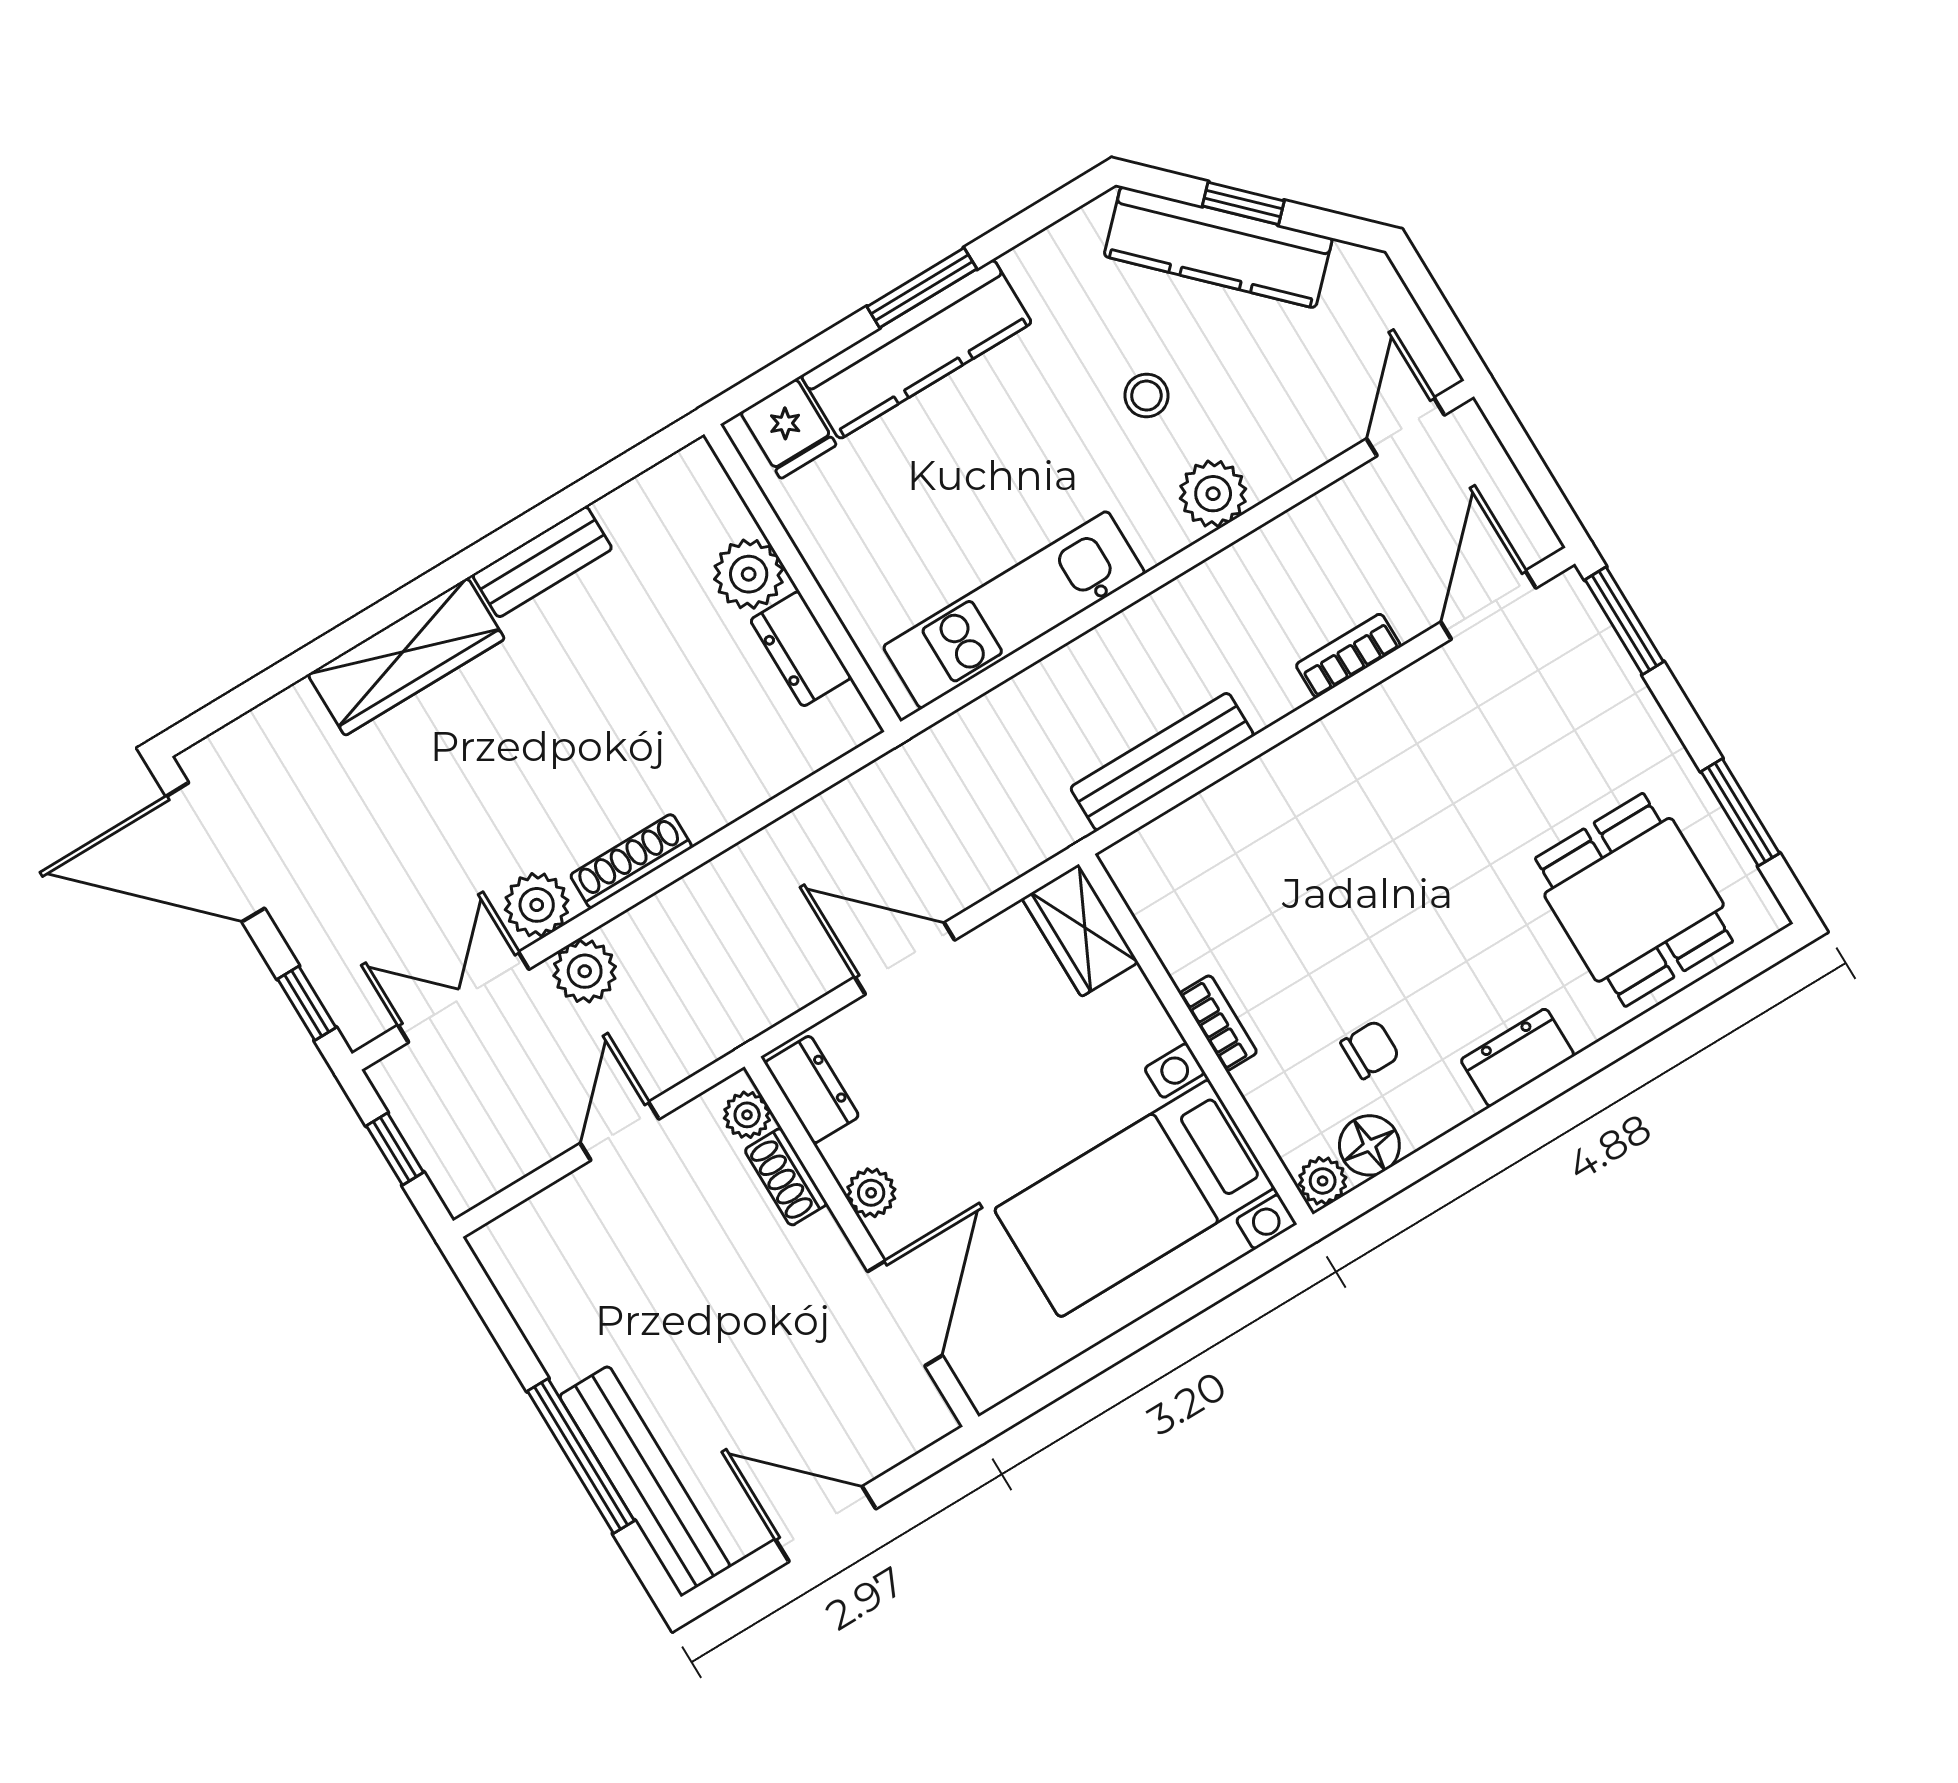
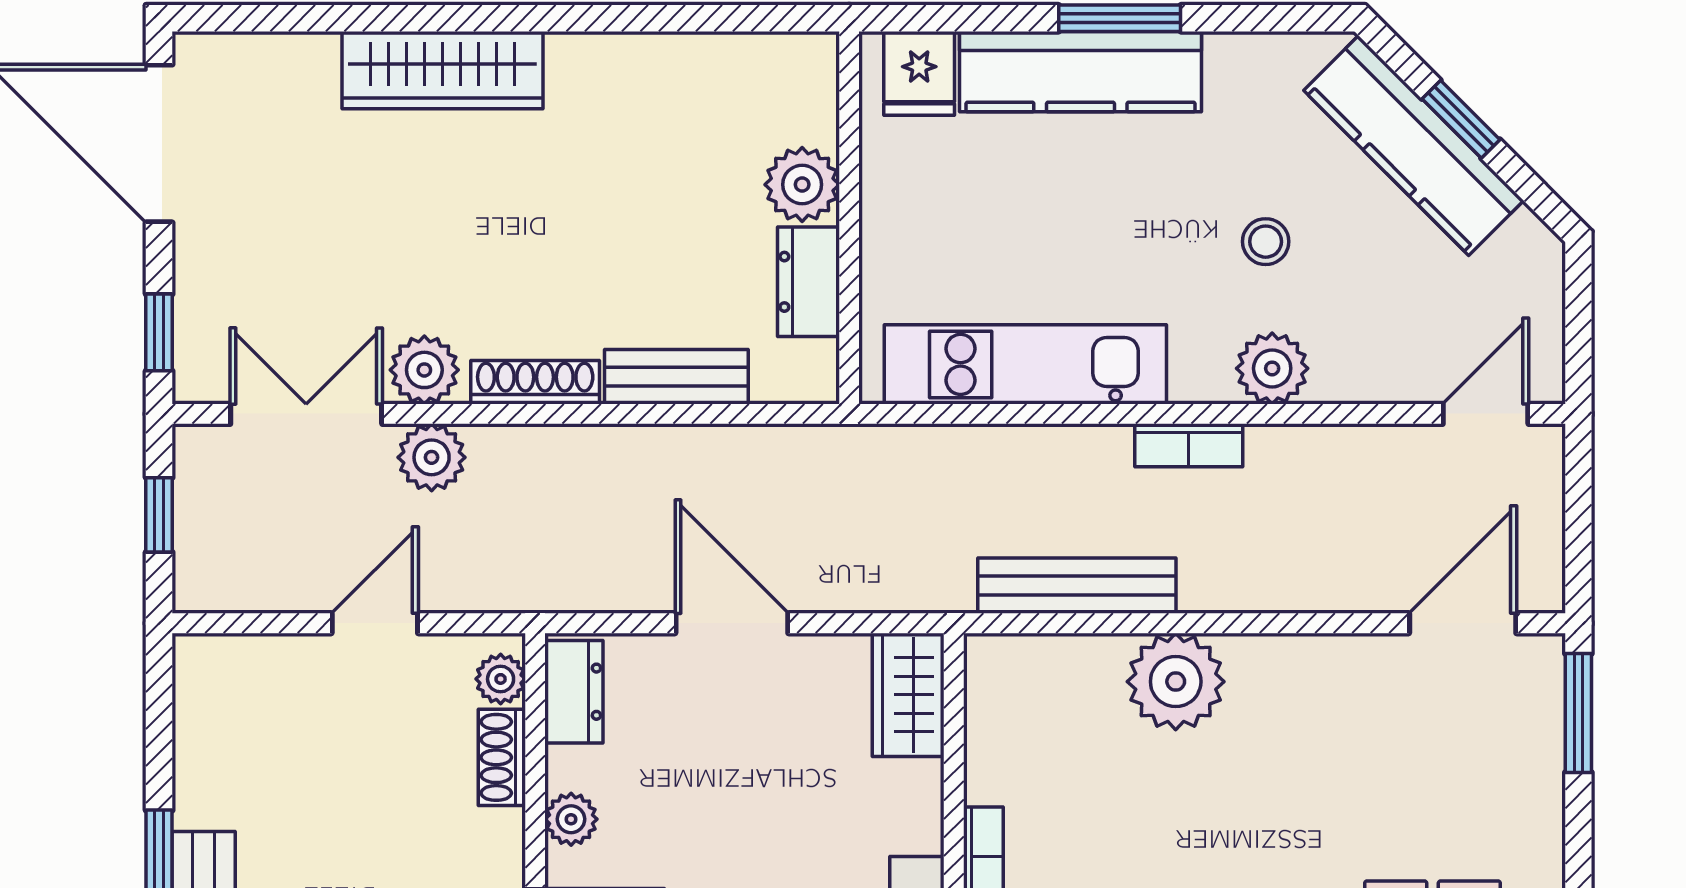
bench: (542, 562) -> (676, 377), moved
bookcase: (1348, 656) -> (1189, 445), moved, turned 180
plant: (1287, 790) -> (1176, 682), added

